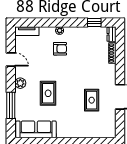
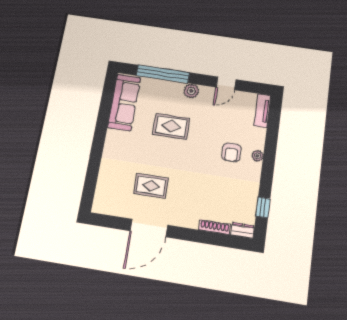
window: (11, 105) -> (163, 74), width x1.46

